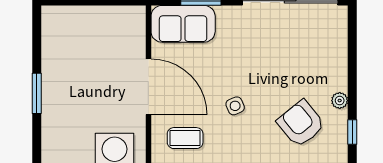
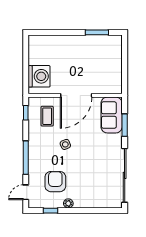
window: (37, 93) -> (97, 32), moved
armchair: (301, 123) -> (55, 182), turned -51

